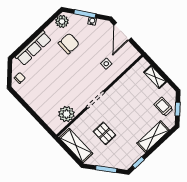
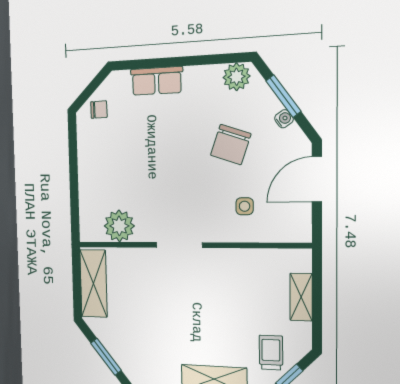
chair: (69, 44) -> (231, 145), moved, turned 108
row of seats: (33, 48) -> (157, 81), width x0.68
pallet: (104, 133) -> (148, 306), removed

